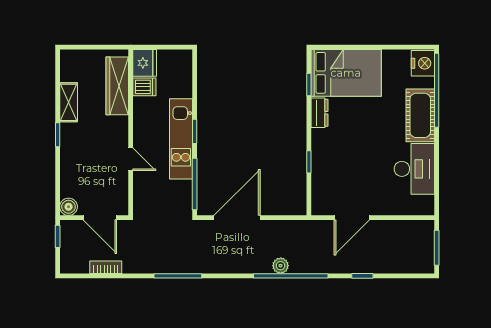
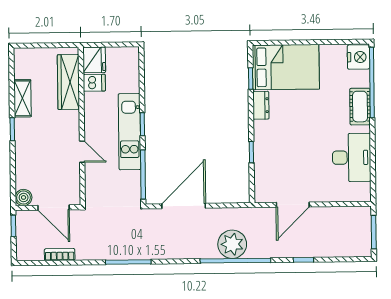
cot: (420, 115) -> (360, 107), width x0.73, depth x0.75
plant: (281, 266) -> (232, 244), width x1.88, depth x1.88

